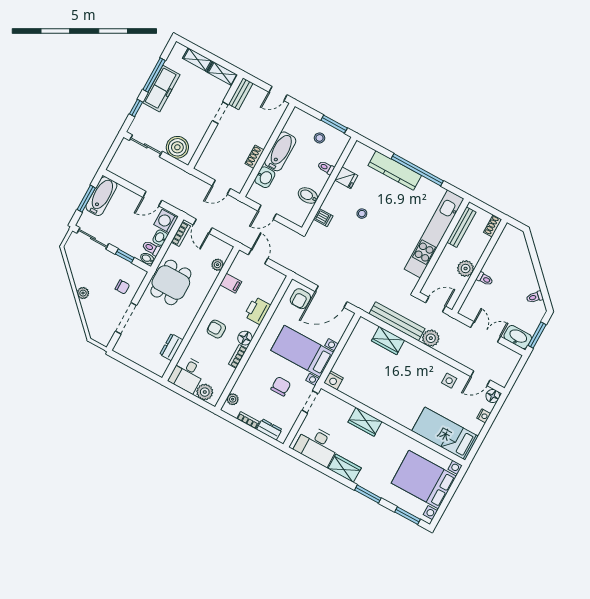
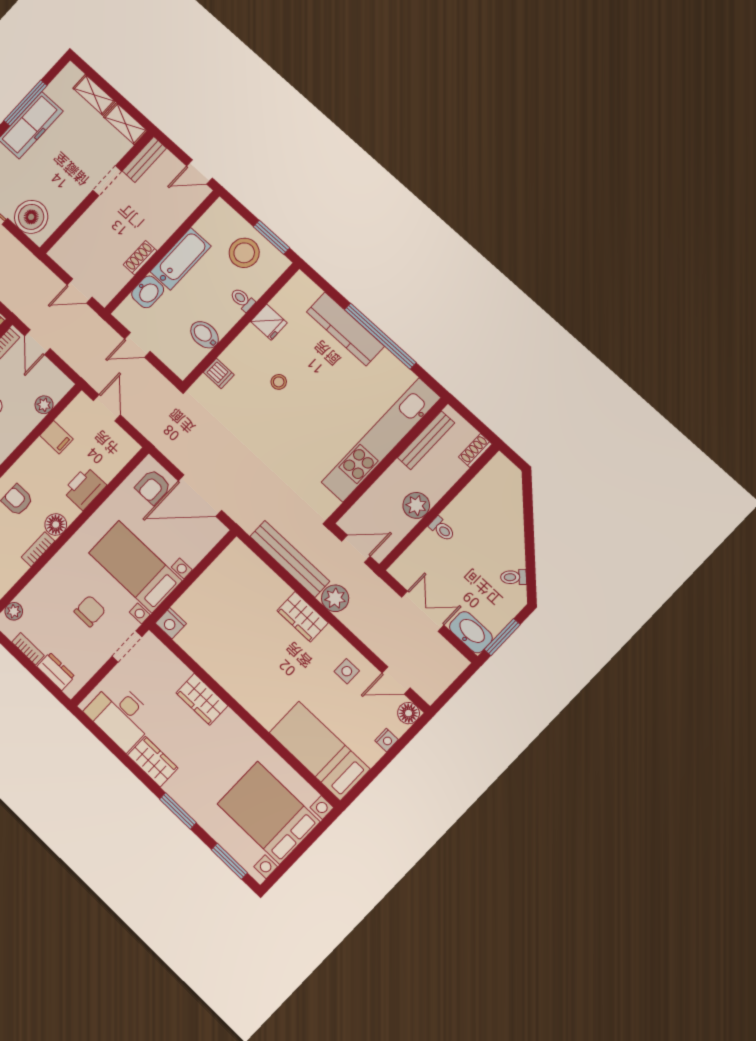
stool: (319, 138) -> (244, 253), width x1.89, depth x1.89
wardrobe: (388, 341) -> (303, 617), moved

